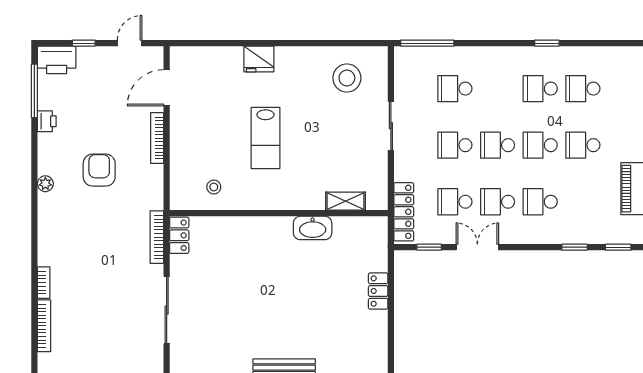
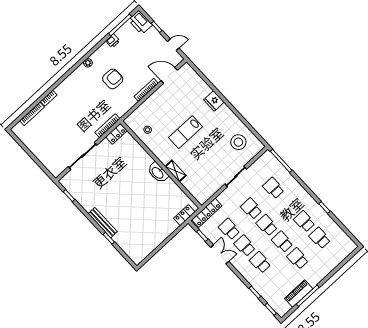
shelving: (346, 201) -> (176, 171), moved
washbasin: (313, 228) -> (158, 173), moved
locker: (378, 291) -> (184, 215), moved

